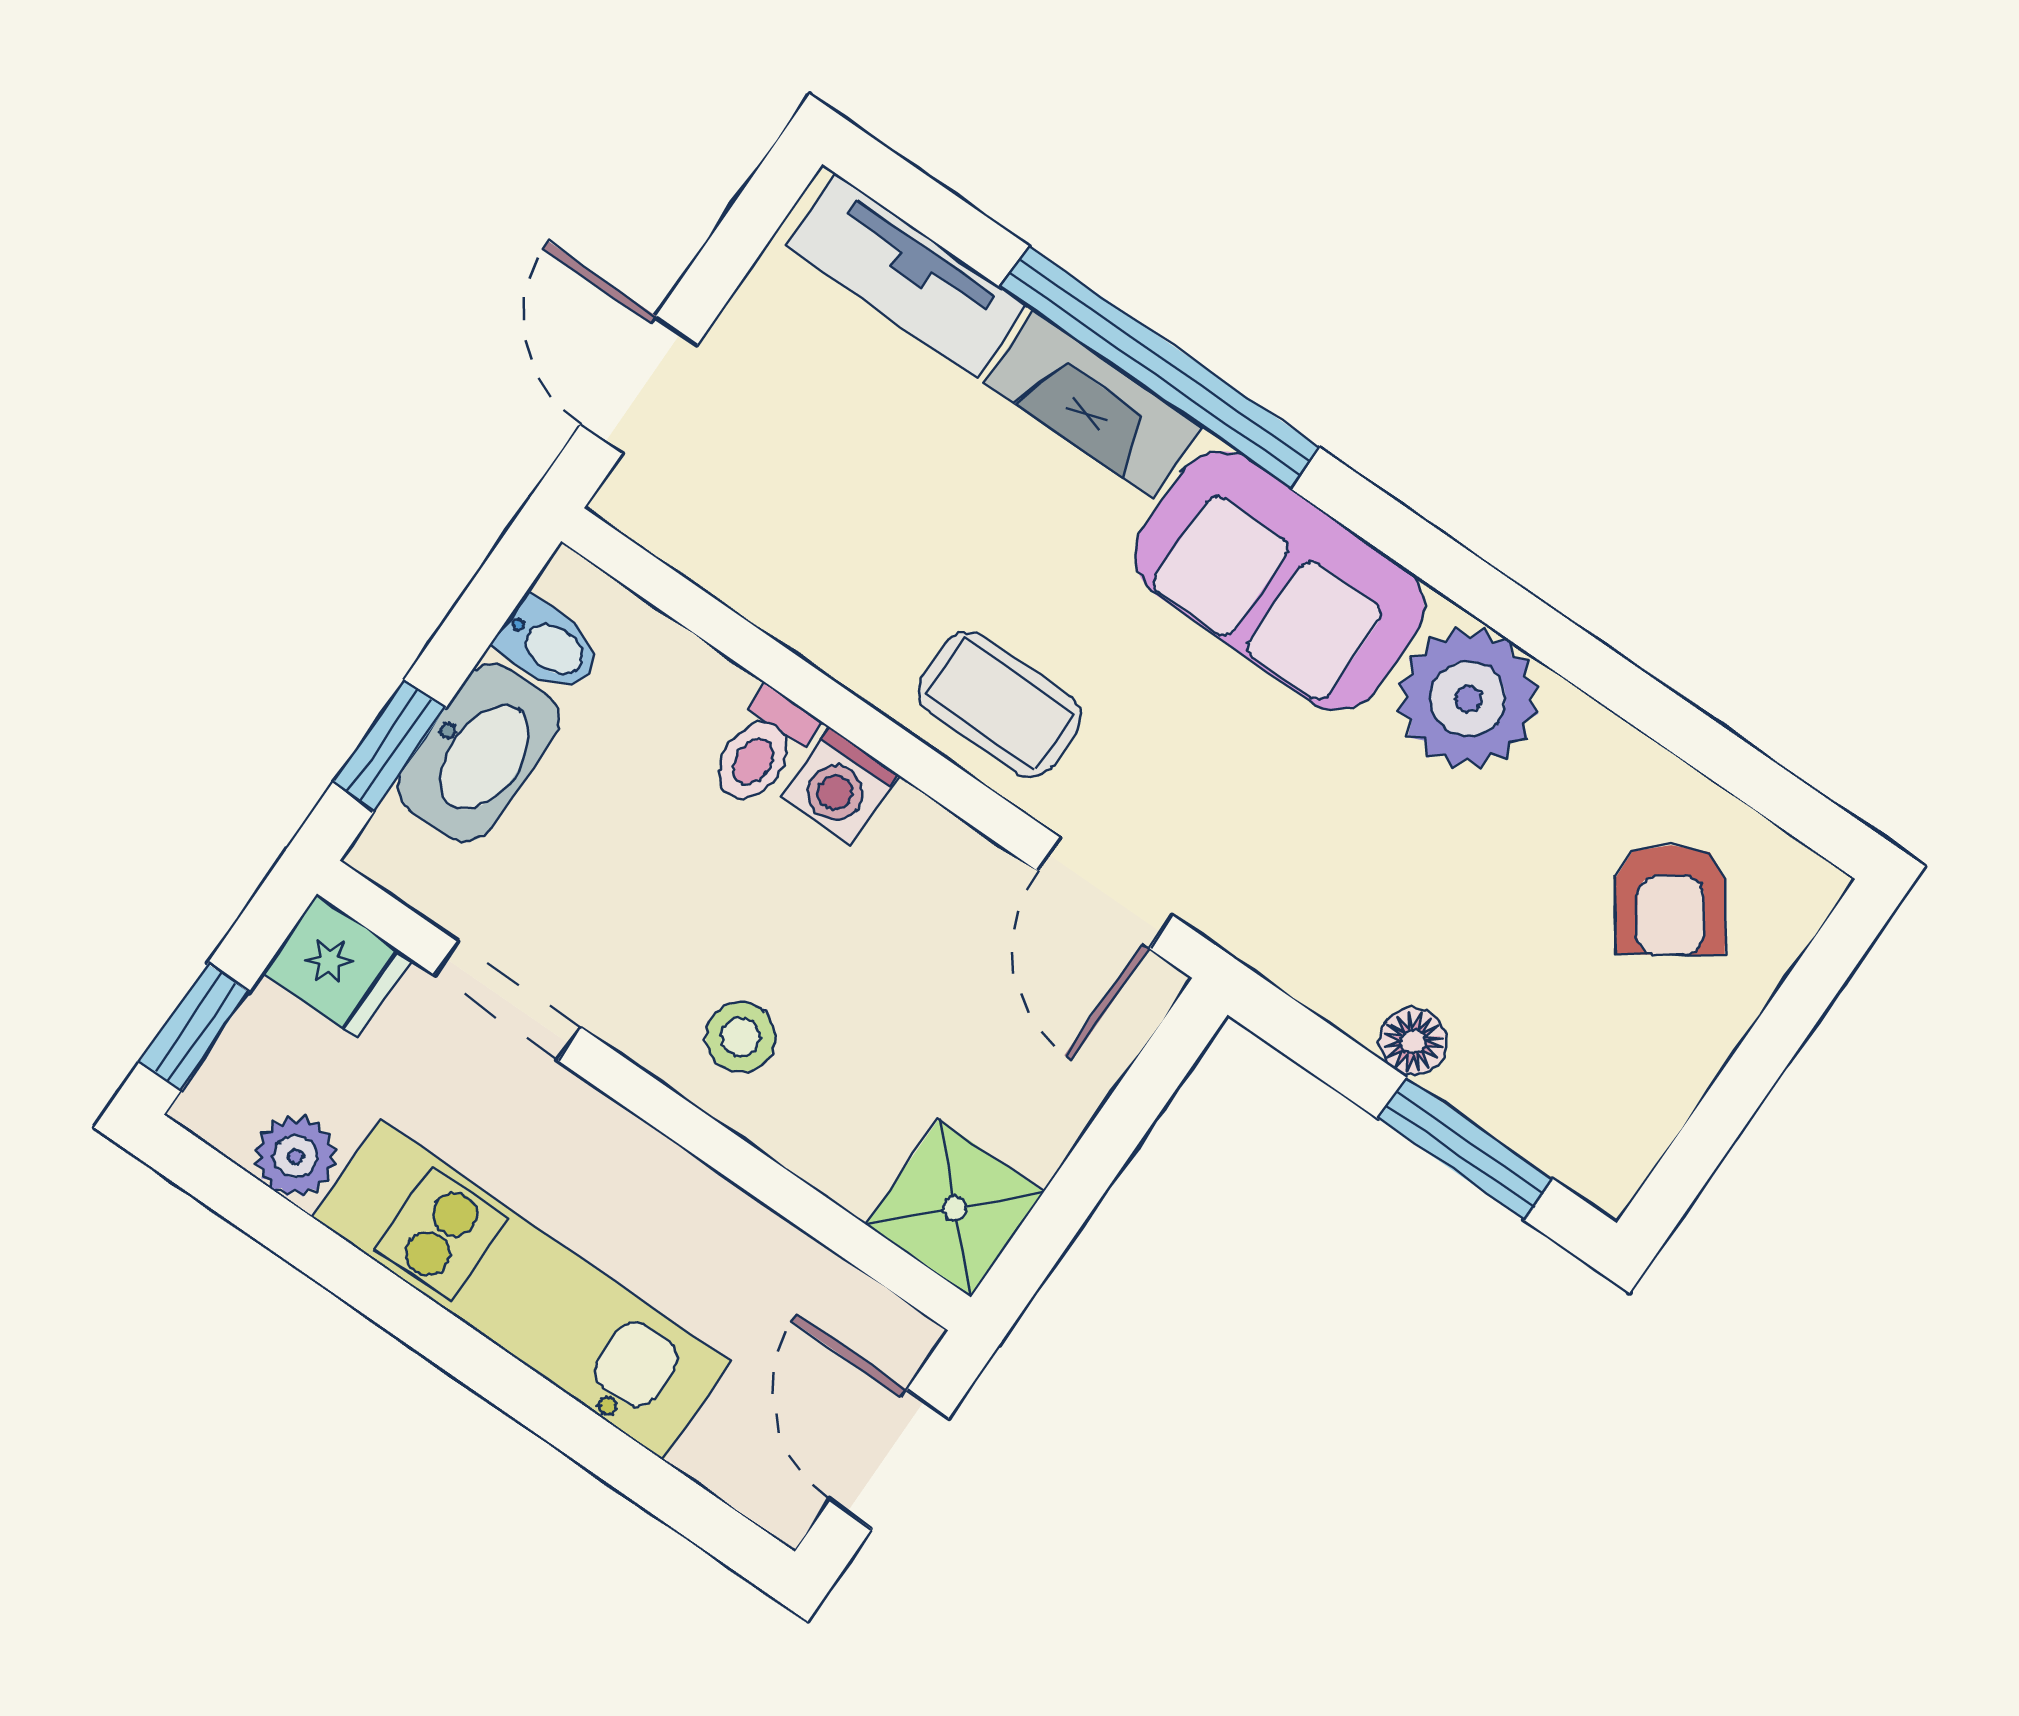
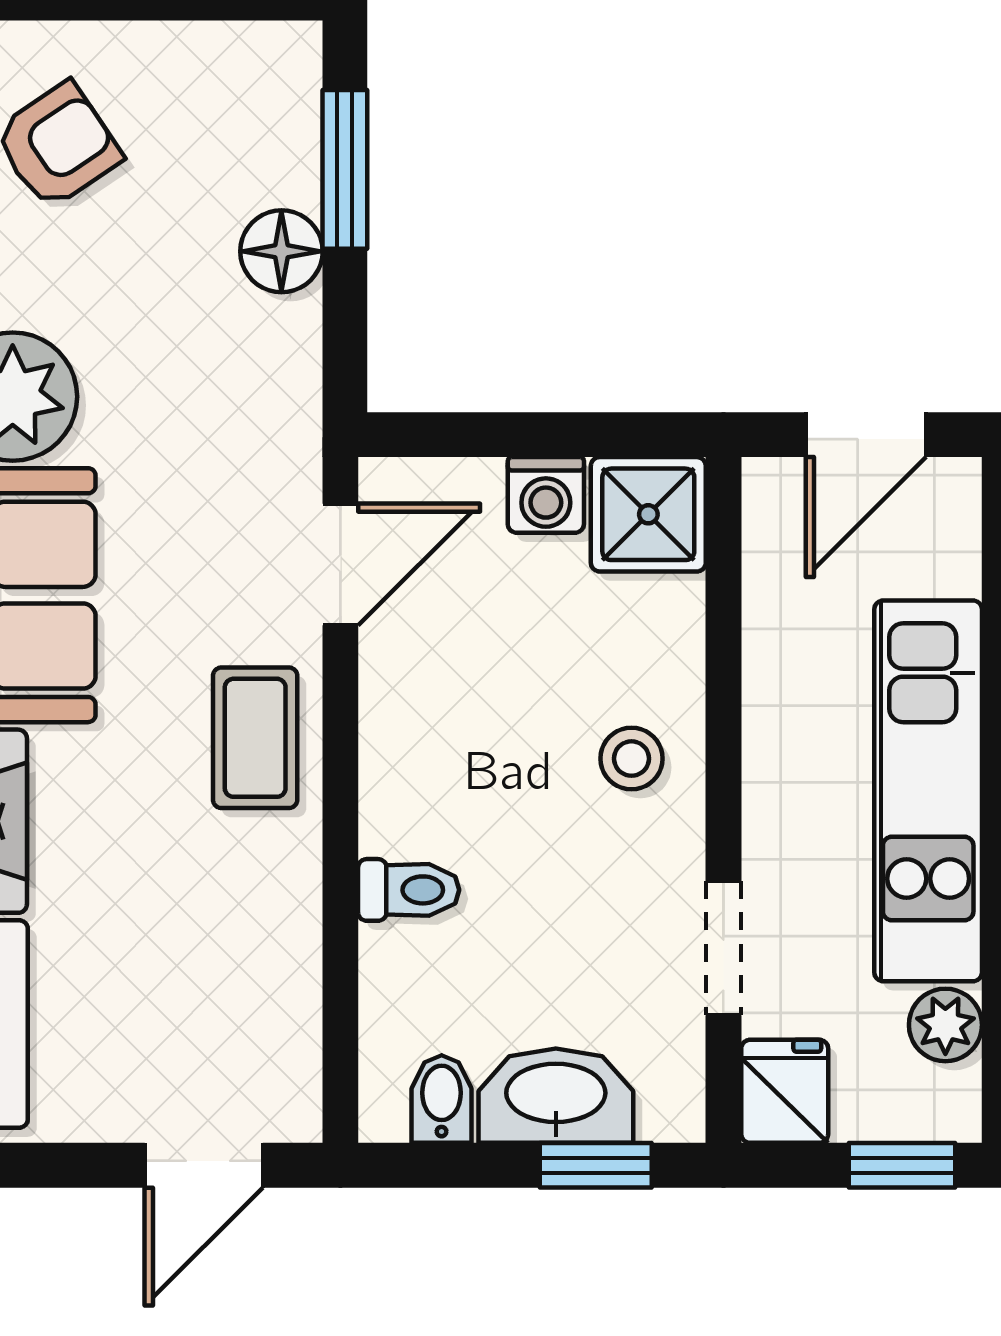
washing machine: (840, 786) -> (546, 495), moved, turned 90
floor lamp: (1413, 1042) -> (281, 251), width x1.37, depth x1.37

